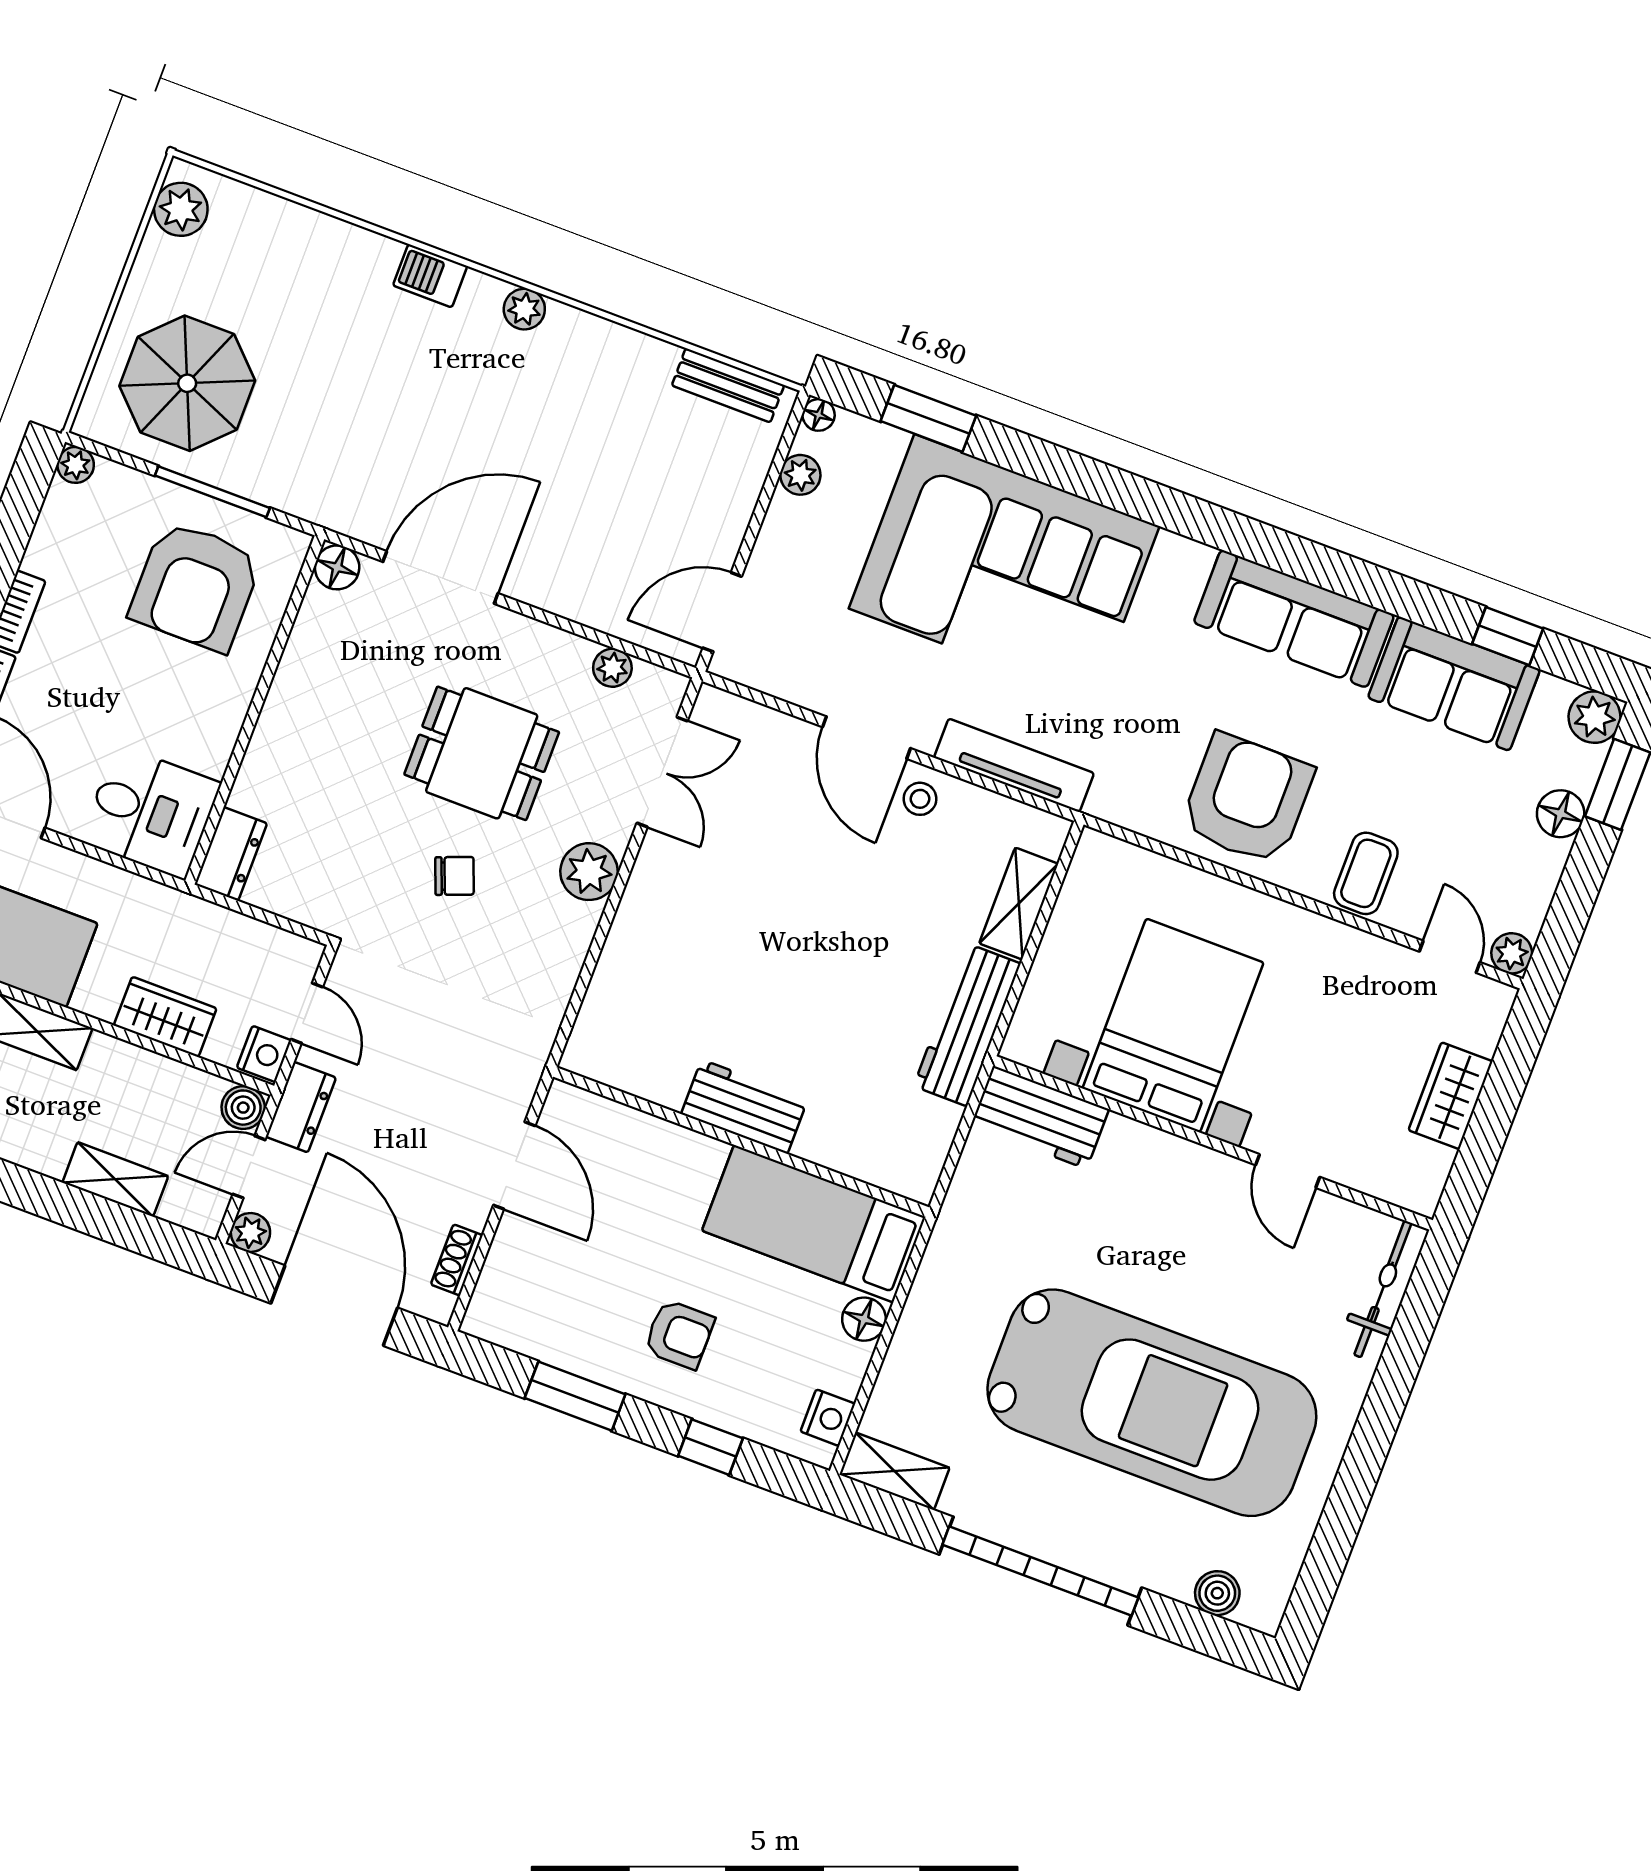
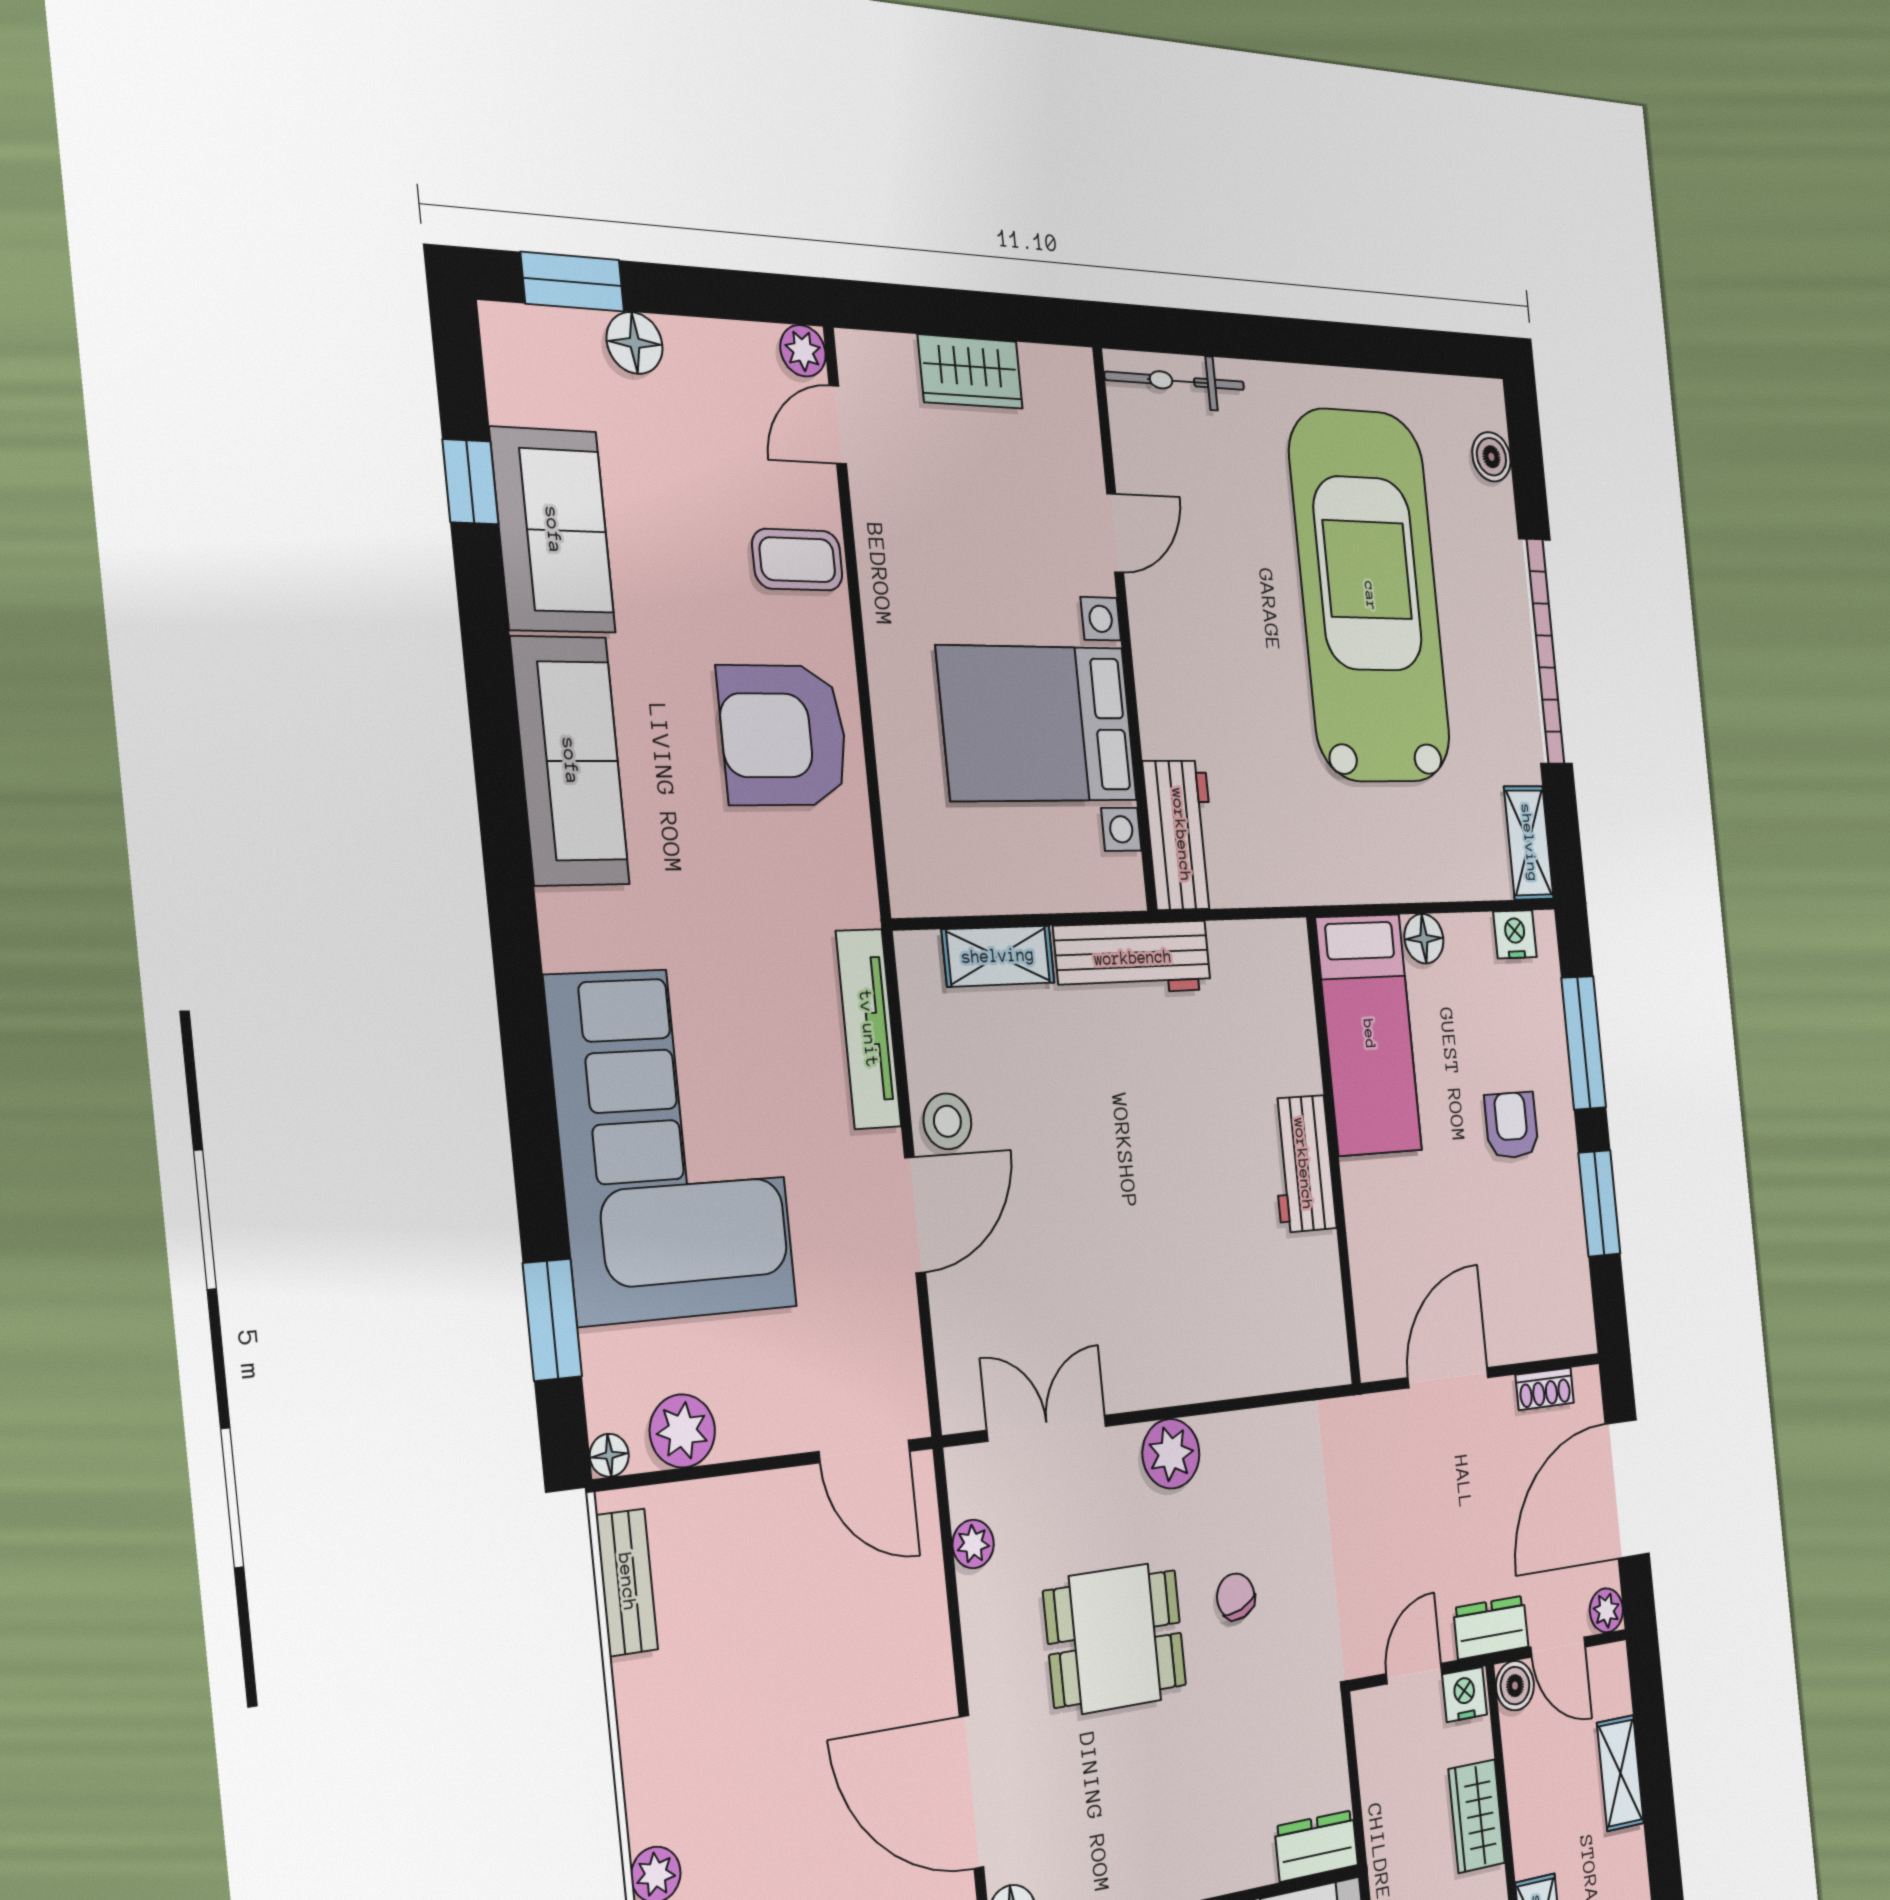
plant: (800, 475) -> (682, 1431), width x1.38, depth x1.38
plant: (1594, 717) -> (512, 337), removed
dining table: (482, 753) -> (1115, 1638), turned 90
stool: (920, 799) -> (947, 1121), width x1.37, depth x1.37
window: (710, 1447) -> (1584, 1043), width x2.17

